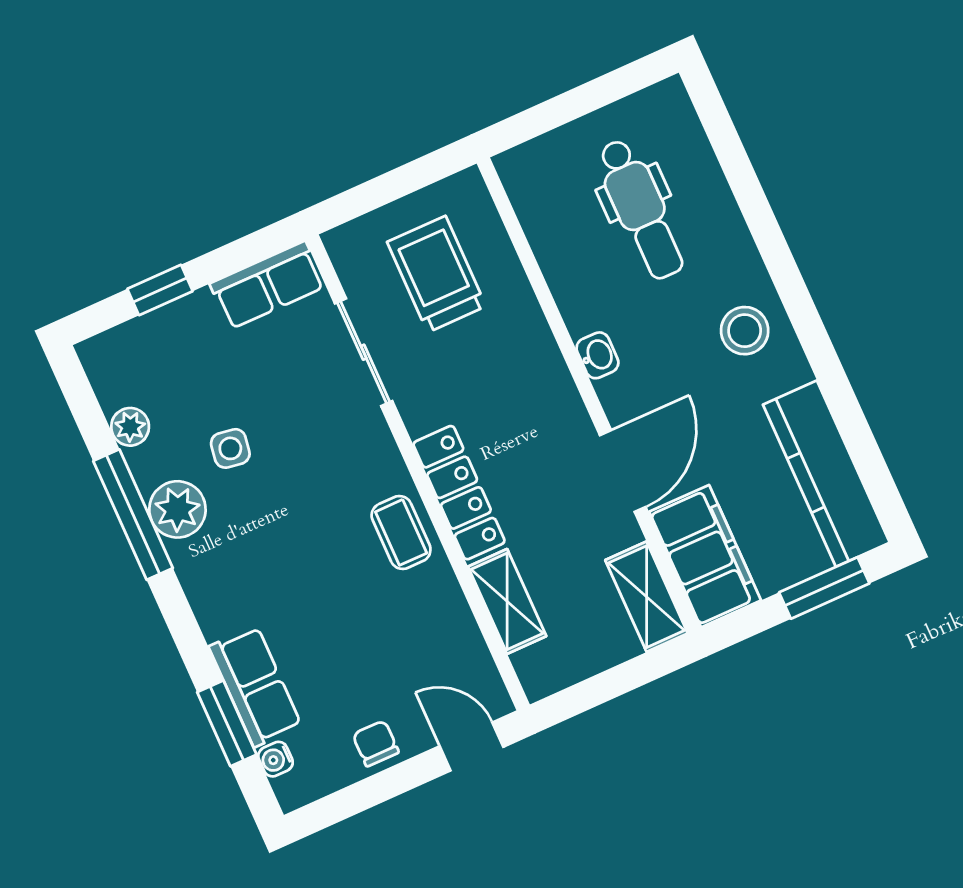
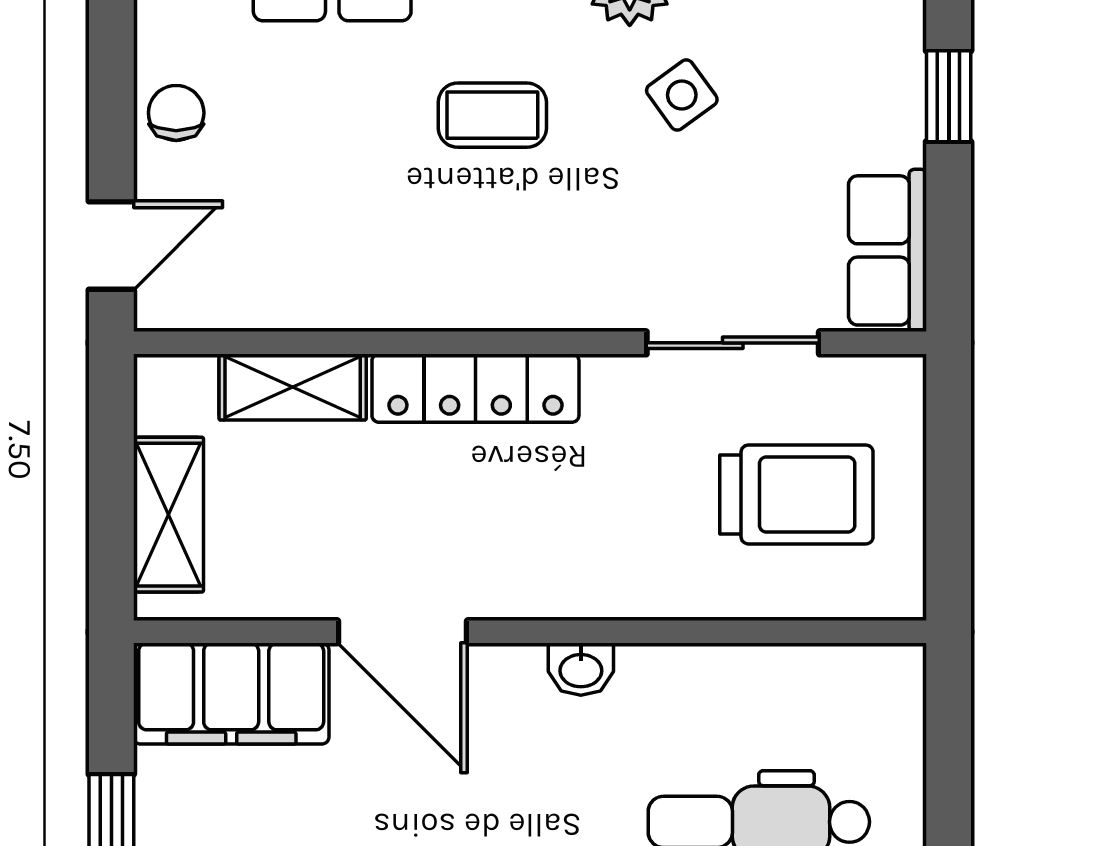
side table: (230, 448) -> (682, 95), turned 45
coffee table: (401, 532) -> (492, 115), moved
shelving: (647, 597) -> (168, 515), moved, turned 90
chair: (376, 743) -> (176, 113), turned -90

